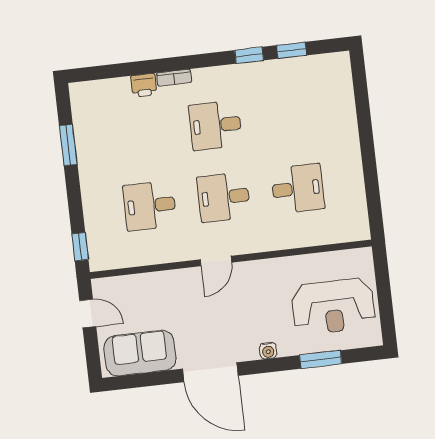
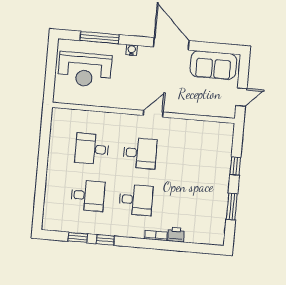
desk: (150, 206) -> (88, 196), moved
window: (80, 247) -> (235, 166), moved
reception desk: (333, 306) -> (85, 70), turned 180
door: (88, 313) -> (241, 97), swing flipped
window: (321, 359) -> (99, 38), width x1.44

